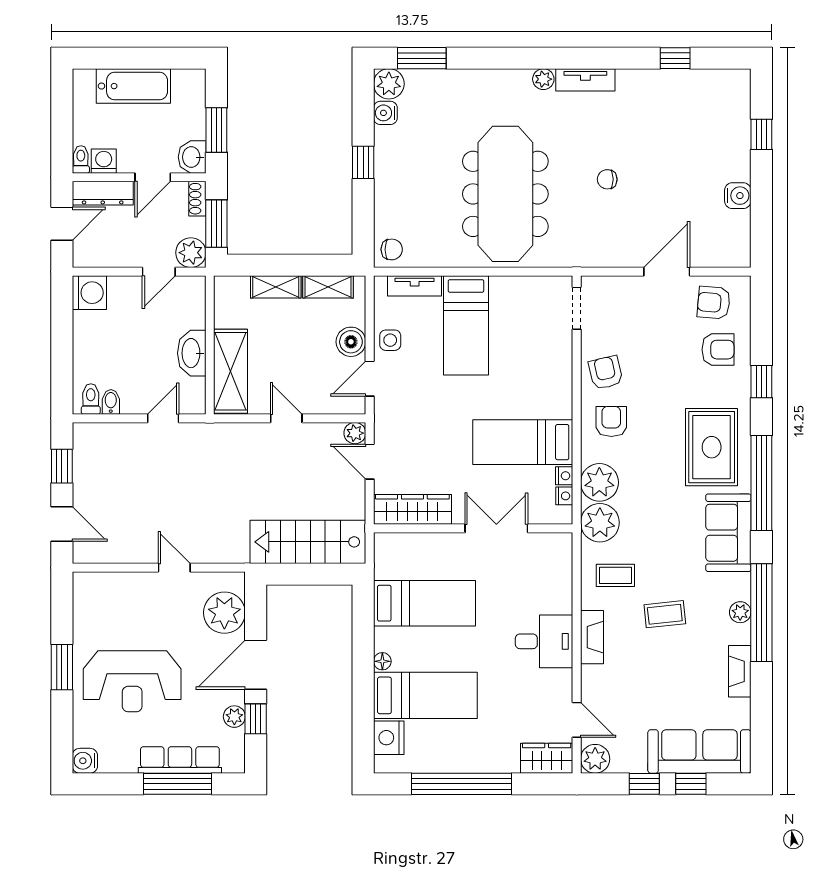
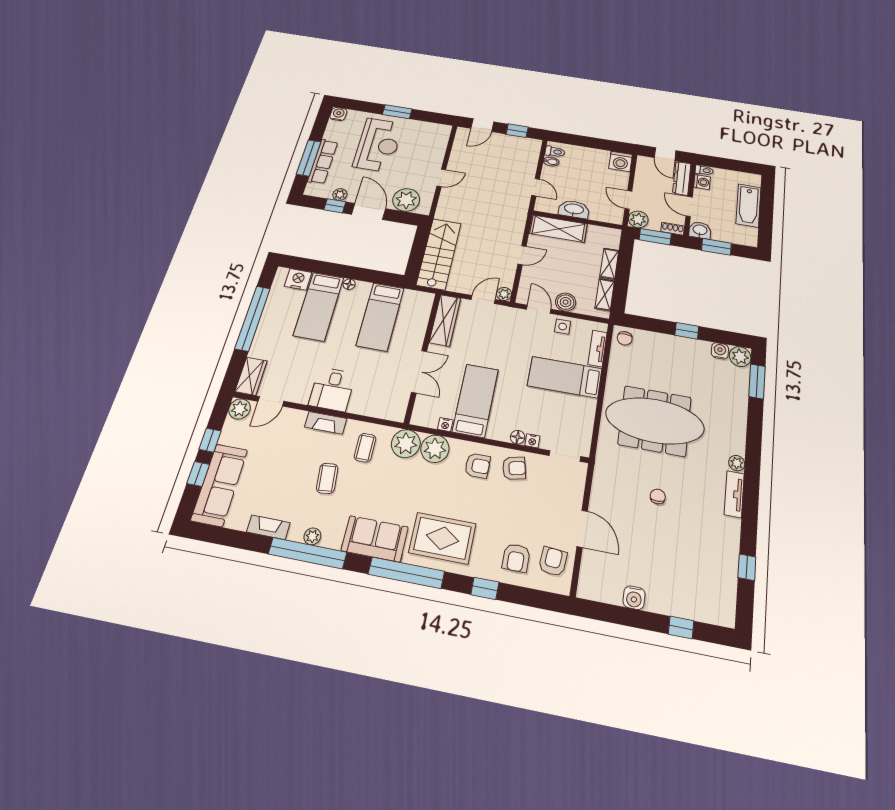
floor lamp: (563, 375) -> (518, 437), added
nightstand: (564, 496) -> (532, 441), moved
reception desk: (132, 681) -> (378, 145), turned 180

